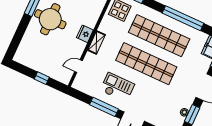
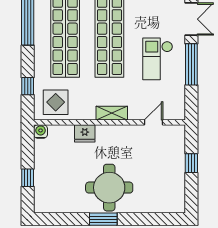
fridge: (85, 34) -> (85, 133), moved
door: (78, 66) -> (154, 122), swing flipped

